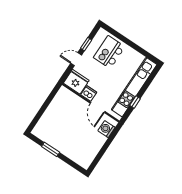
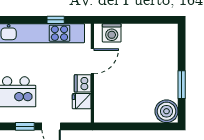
fridge: (76, 82) -> (82, 101), width x0.53, depth x0.75
boiler: (41, 131) -> (166, 111), added

